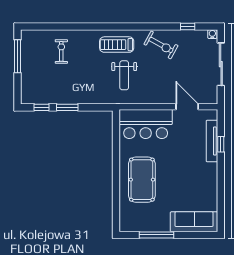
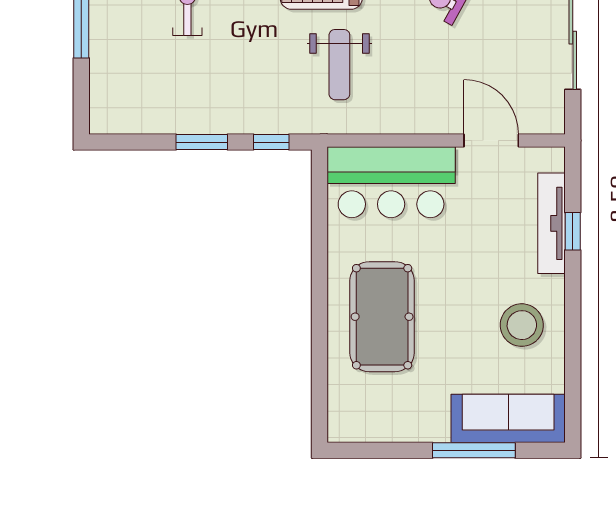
window: (41, 107) -> (271, 142), moved
stool: (200, 183) -> (522, 325), added
window: (156, 235) -> (474, 450), moved

